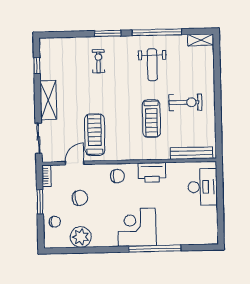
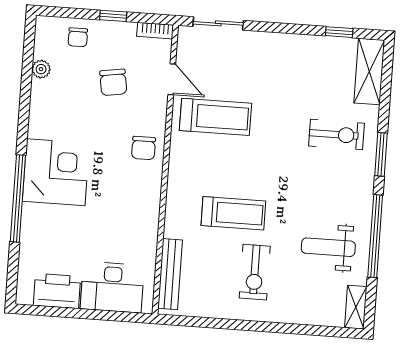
exercise bike: (98, 61) -> (336, 135), width x1.38, depth x1.39
weight bench: (152, 65) -> (328, 247), moved
shelving: (48, 100) -> (369, 71), moved, turned 90
treadmill: (151, 119) -> (233, 213), turned 180
printer: (152, 172) -> (57, 291), moved, turned 90
window: (40, 202) -> (113, 16), width x0.67
plant: (81, 237) -> (41, 69), width x0.53, depth x0.53

